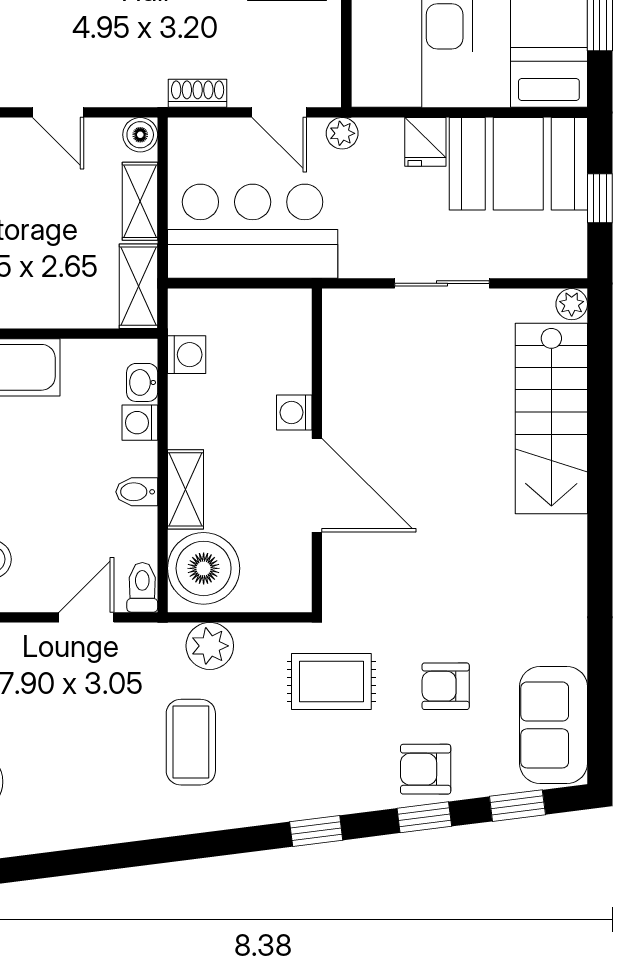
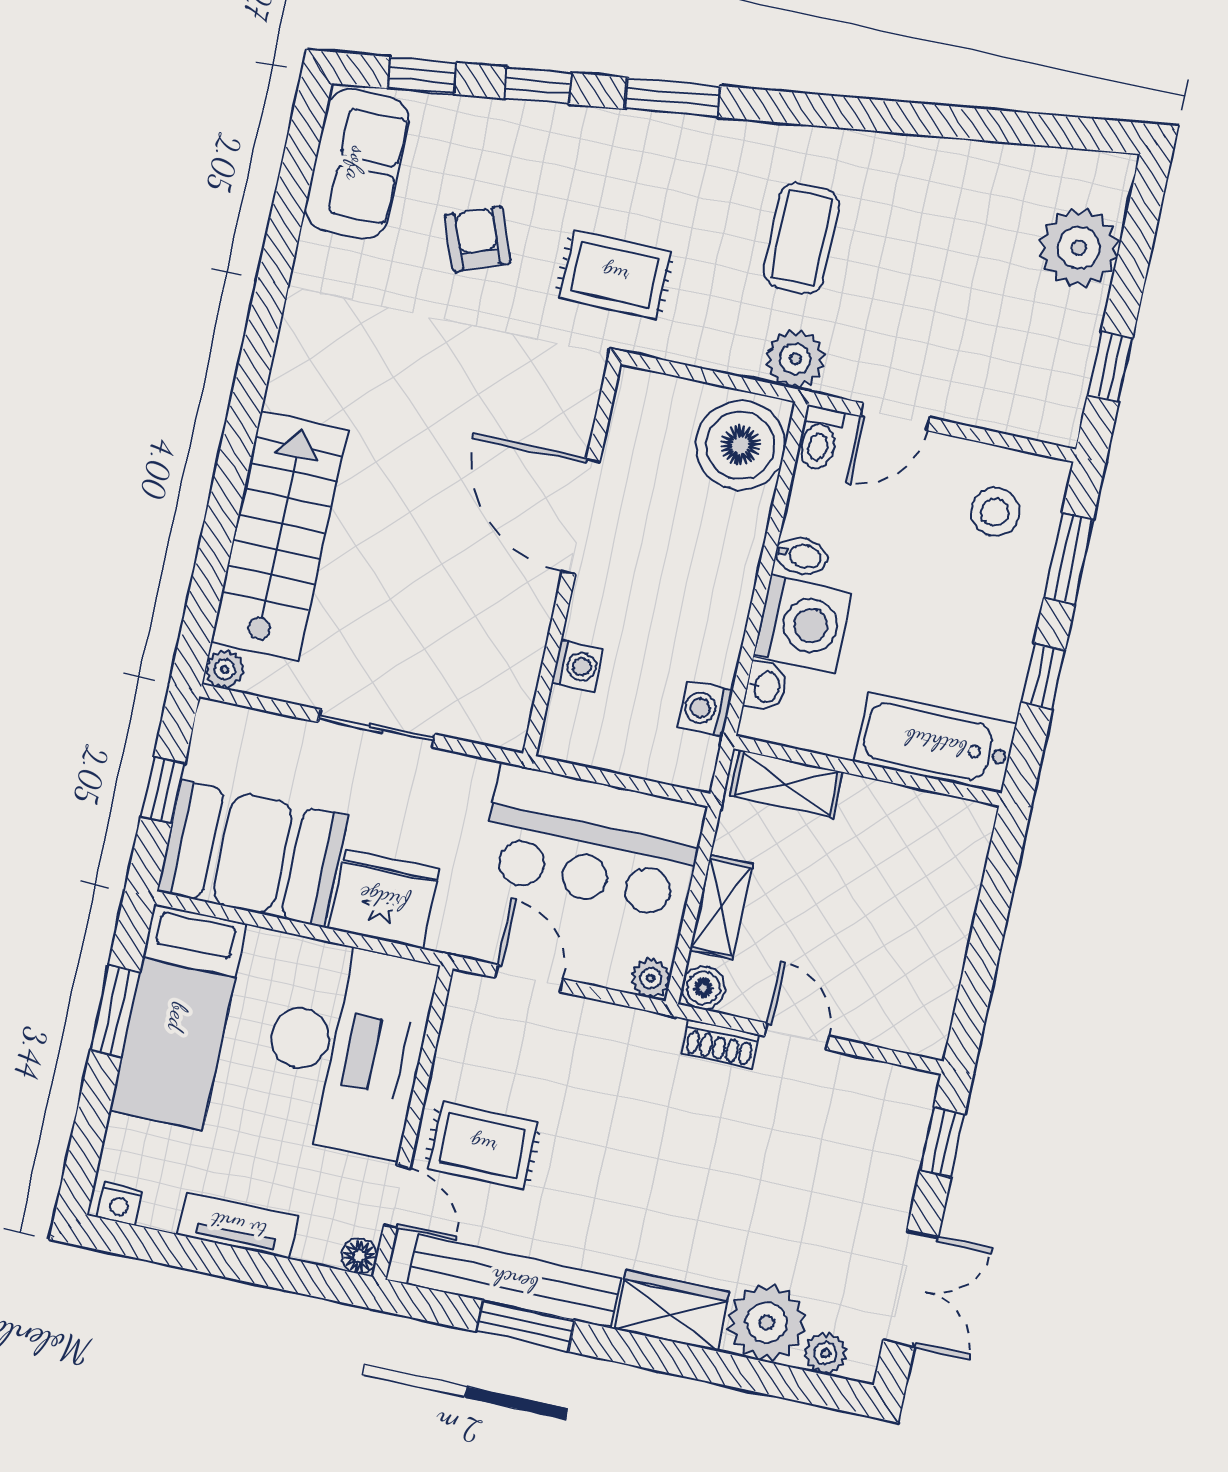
shoe rack: (198, 93) -> (720, 1044), moved
plant: (342, 133) -> (651, 978), moved
fridge: (425, 142) -> (384, 899), width x1.88, depth x1.34
shelving: (138, 286) -> (787, 784), moved, turned 90
washing machine: (294, 412) -> (577, 666), moved
washing machine: (140, 423) -> (802, 624), width x1.89, depth x1.89
shelving: (185, 489) -> (741, 546), removed
plant: (210, 646) -> (795, 359), moved
armchair: (446, 686) -> (478, 239), turned -111
armchair: (426, 769) -> (524, 144), removed
window: (316, 831) -> (673, 97), width x1.50

